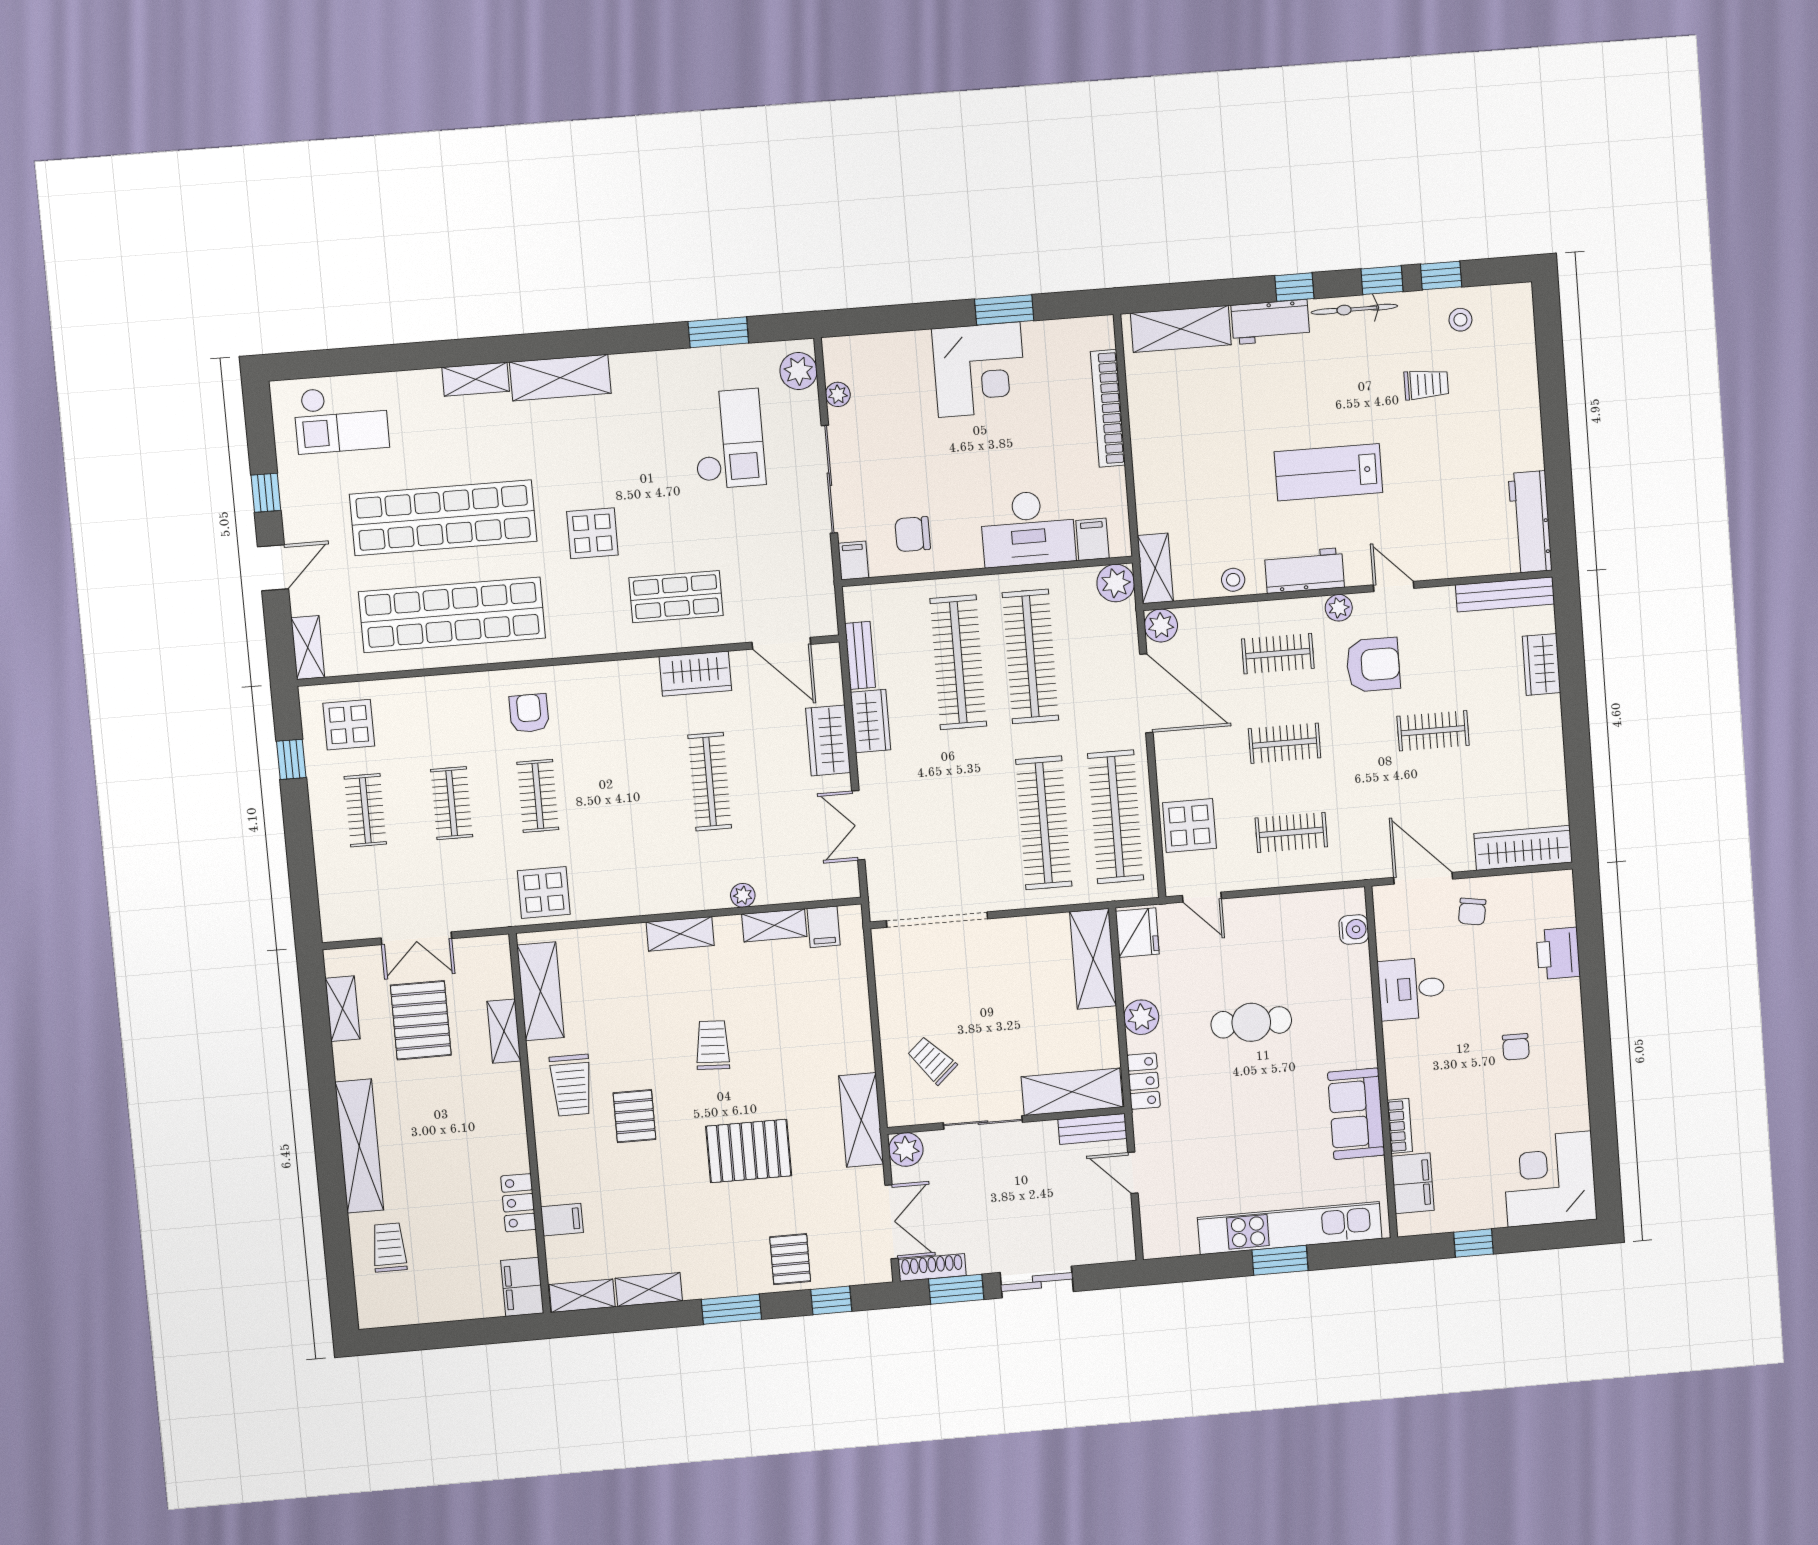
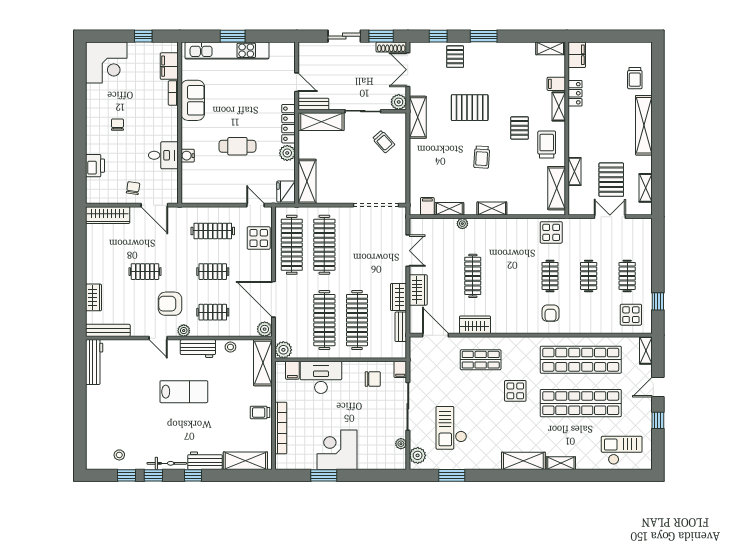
trolley: (1426, 384) -> (260, 413), moved
shelving: (1155, 568) -> (263, 363), width x1.50, depth x1.33
clothes rail: (1291, 832) -> (213, 231), width x1.36
water cooler: (1354, 929) -> (188, 156), moved
locker: (1143, 1081) -> (288, 124), width x1.53
shelving: (649, 1290) -> (559, 106), moved, turned 90

